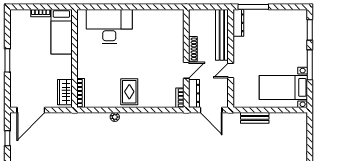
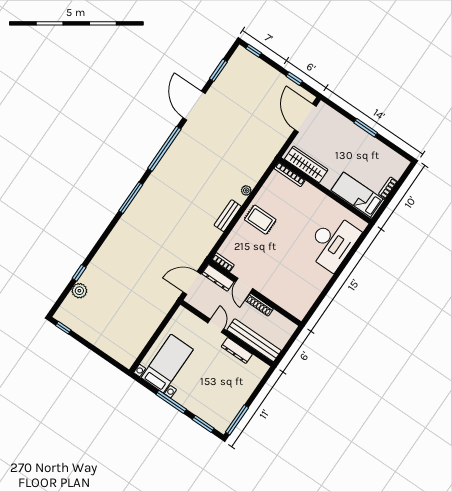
window: (253, 7) -> (237, 420), moved
dresser: (238, 23) -> (237, 350), moved
wardrobe: (65, 92) -> (306, 164), width x1.50
bench: (255, 118) -> (228, 216), moved

